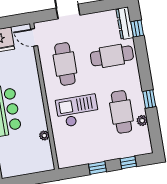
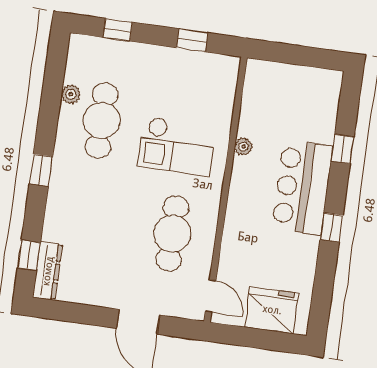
cafe table: (112, 56) -> (87, 222), removed
window: (149, 99) -> (41, 170), moved
plant: (44, 135) -> (243, 147), moved
window: (98, 168) -> (192, 40), moved

